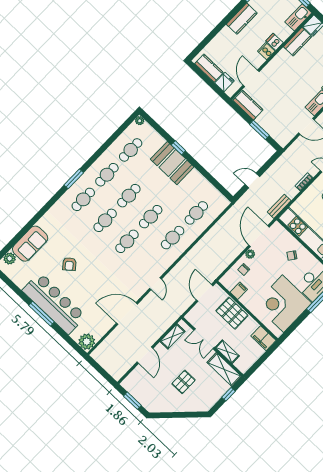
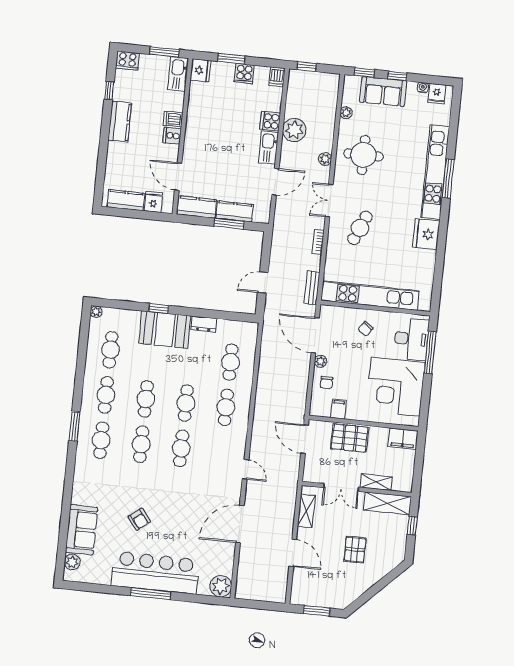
kitchen counter: (298, 42) -> (235, 211), moved, turned -90
dresser: (198, 178) -> (204, 324), added

